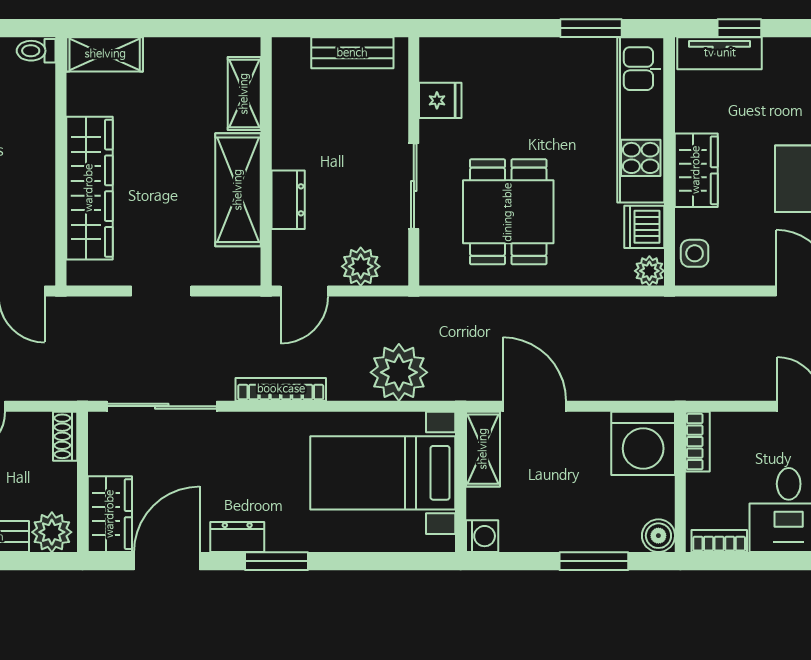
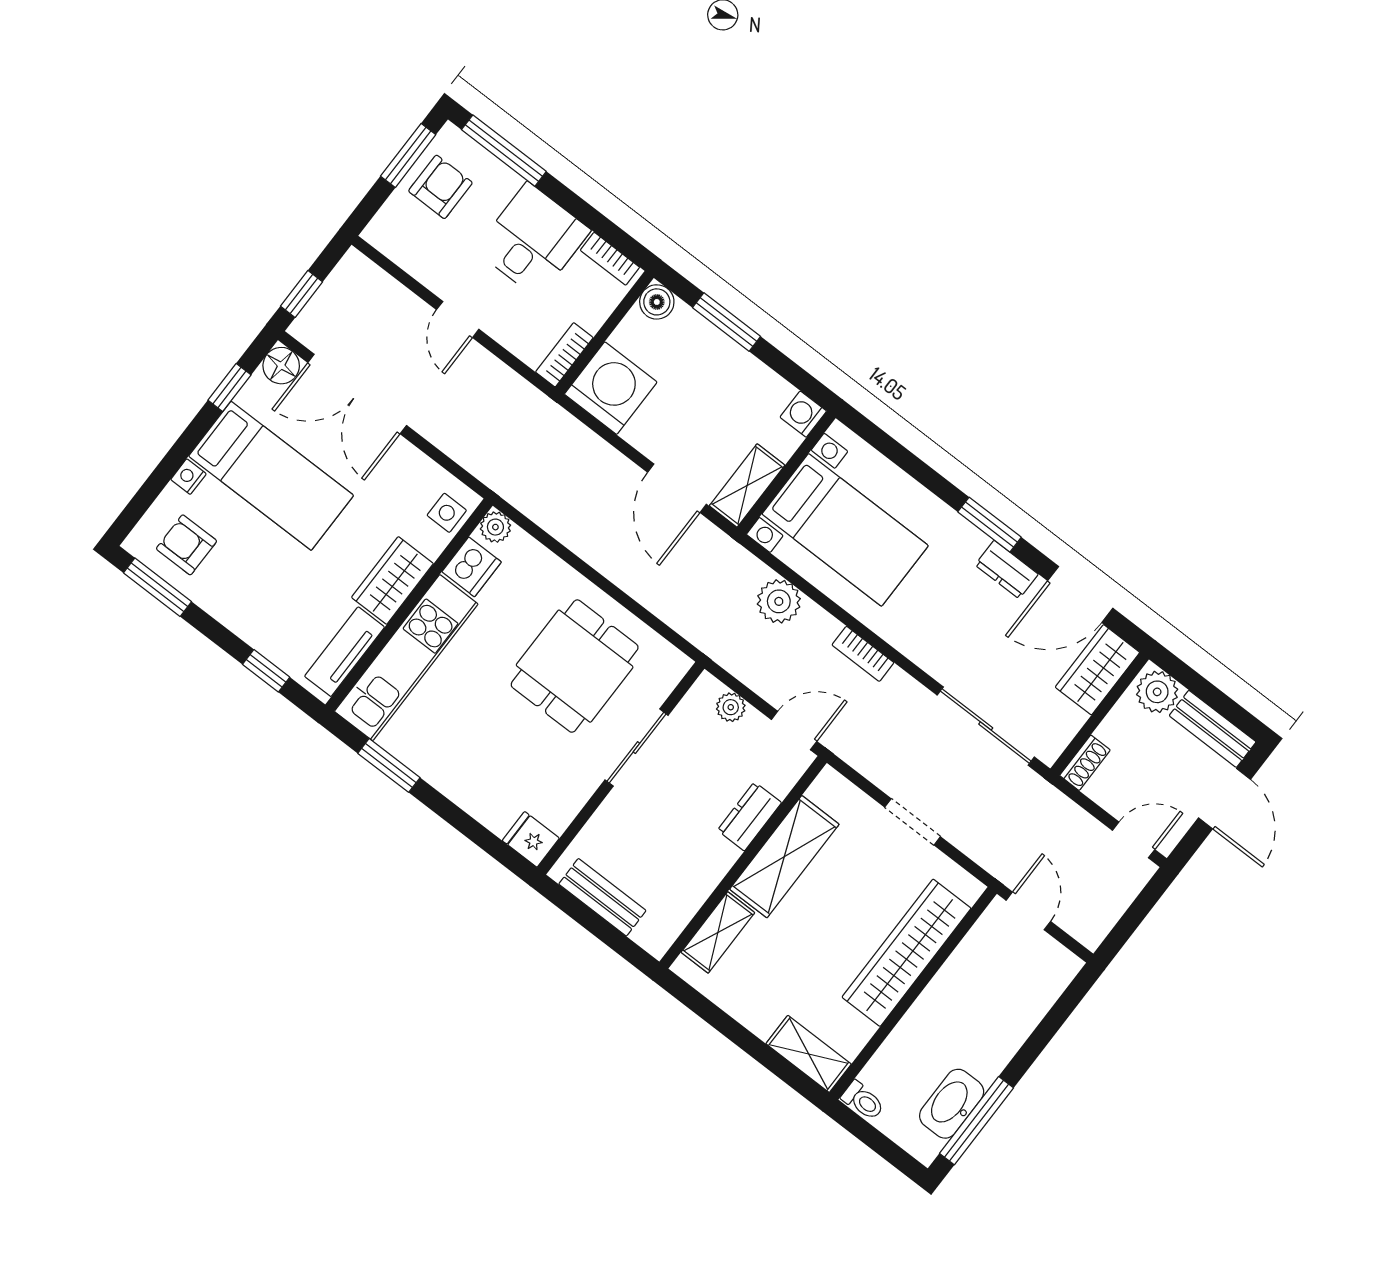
tv unit: (720, 53) -> (345, 652), moved, turned -90
fridge: (440, 100) -> (531, 839), moved
plant: (361, 266) -> (731, 707), width x0.73, depth x0.73
plant: (399, 372) -> (779, 601), width x0.73, depth x0.73
bookcase: (281, 389) -> (863, 654), width x0.64

